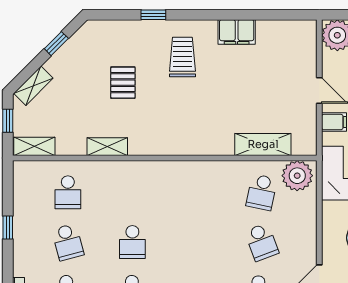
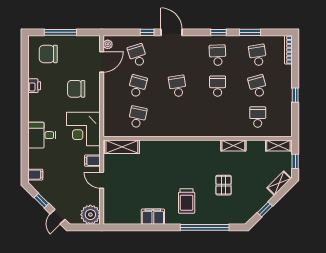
window: (153, 15) -> (205, 227), width x3.17
shelving: (263, 144) -> (122, 147), moved
plant: (297, 176) -> (115, 127), removed
school desk: (197, 242) -> (178, 86), added
school desk: (262, 242) -> (137, 86), turned 36

